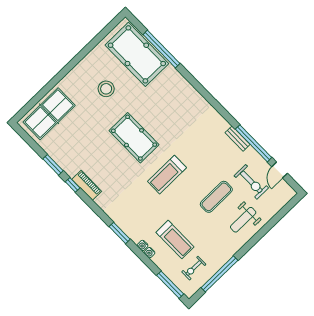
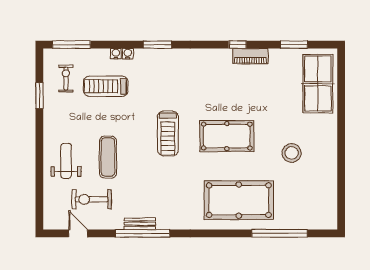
pool table: (137, 54) -> (239, 200), moved
window: (254, 143) -> (143, 233), moved
window: (53, 165) -> (294, 45), moved
treadmill: (167, 175) -> (168, 133), turned 180
piano: (87, 185) -> (250, 56), moved
window: (219, 274) -> (39, 96), width x0.47

